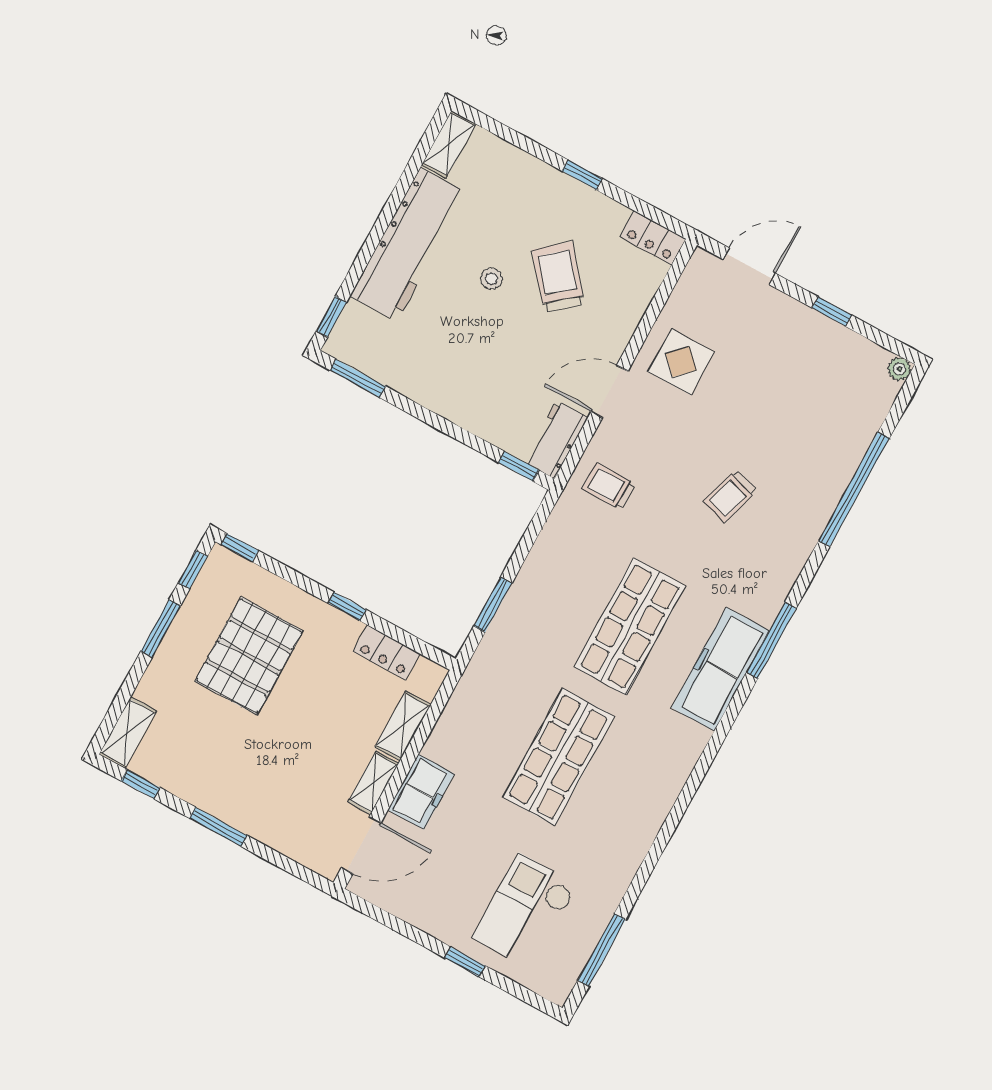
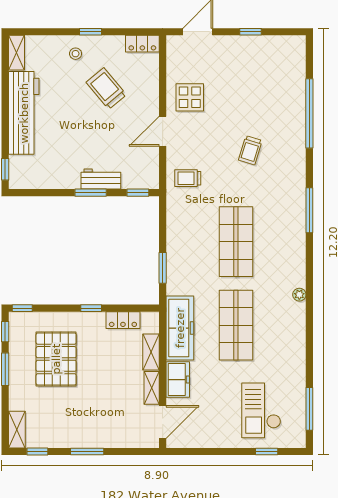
stool: (492, 279) -> (76, 54), moved
plant: (899, 369) -> (299, 295), moved
window: (358, 378) -> (91, 193), moved
workbench: (556, 439) -> (101, 179), moved, turned 90
freezer: (720, 669) -> (180, 328), moved, turned 180
window: (465, 962) -> (267, 451), moved

